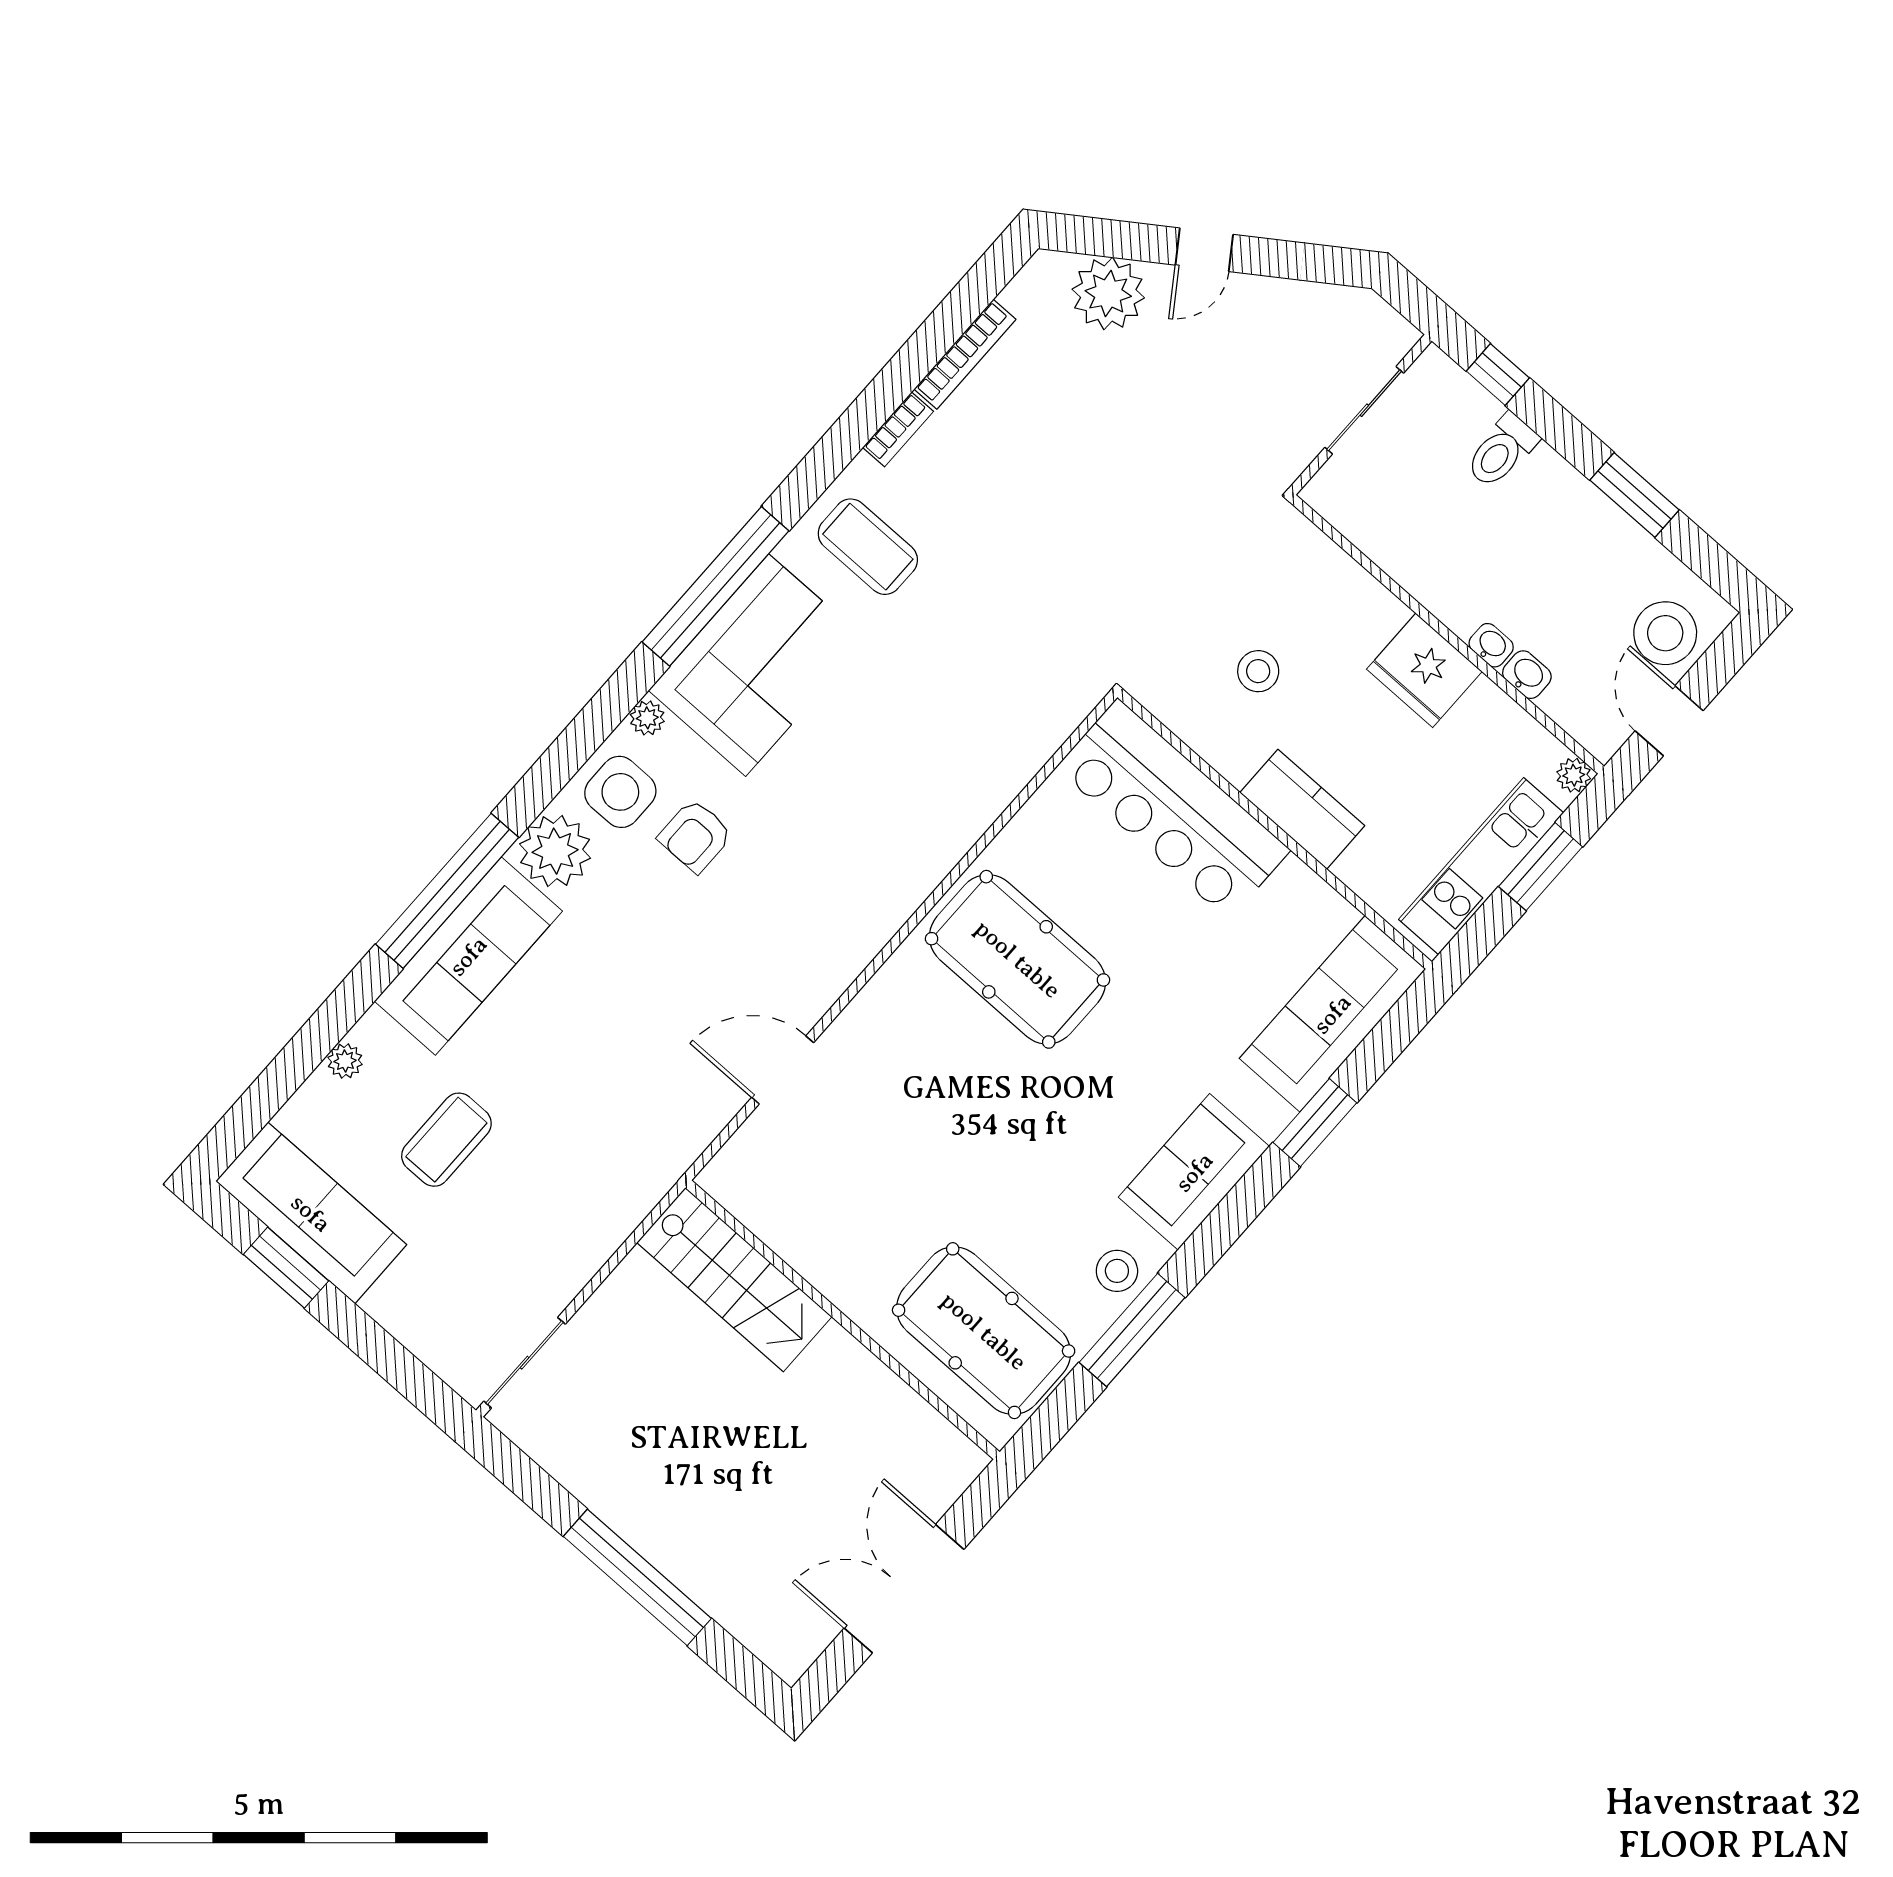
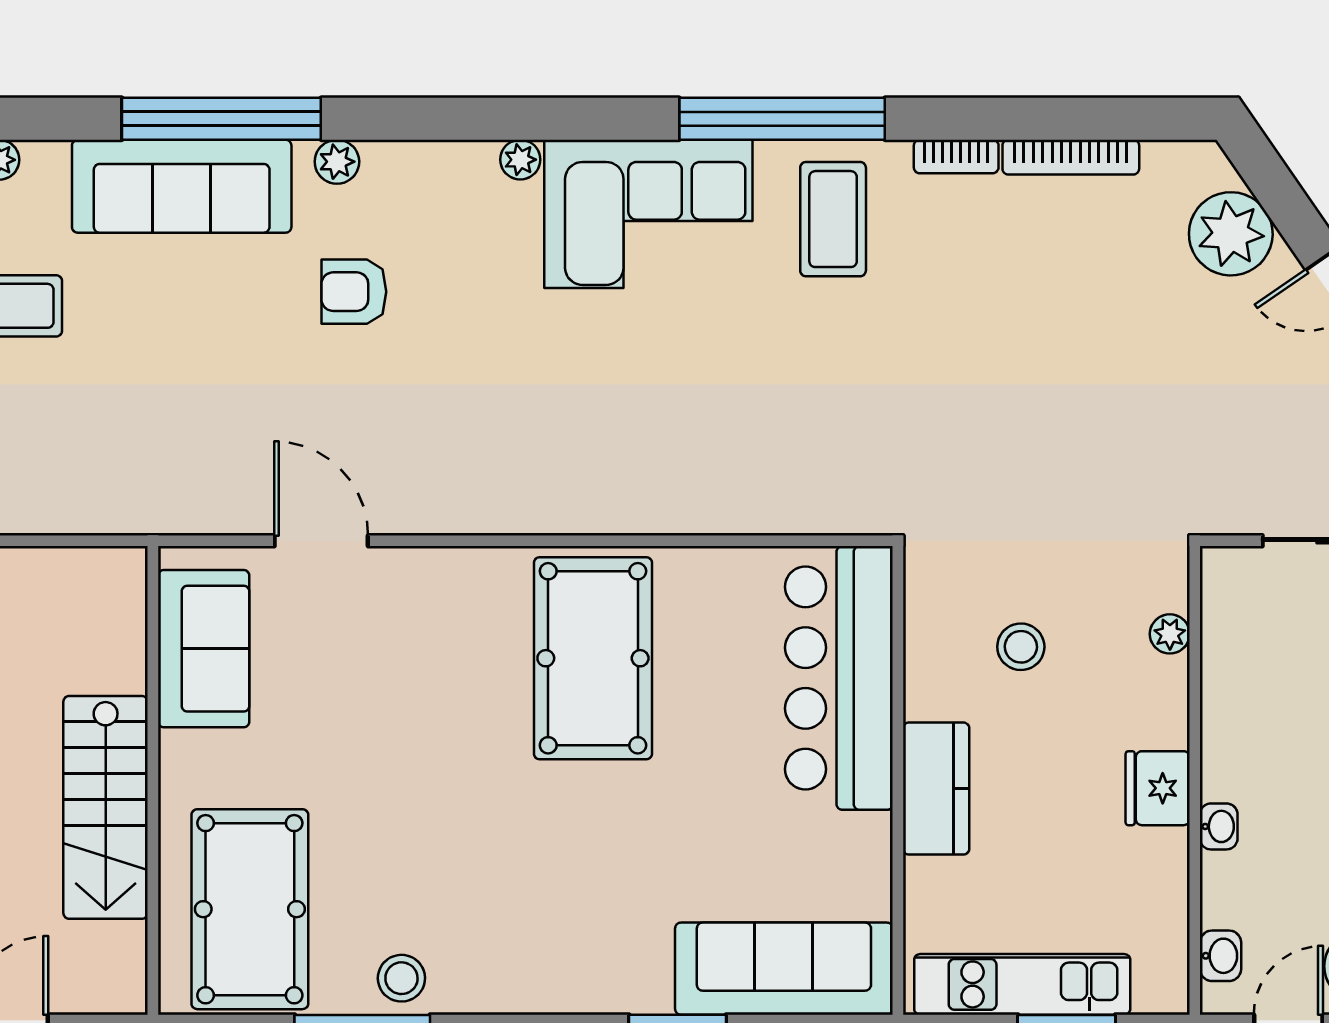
window: (715, 586) -> (782, 119), moved
fridge: (1424, 670) -> (1158, 788), width x0.73, depth x0.75
washbasin: (1527, 675) -> (1220, 956), moved
plant: (1574, 775) -> (1170, 634), moved
side table: (620, 792) -> (437, 192), removed
armchair: (695, 836) -> (354, 292), moved
plant: (555, 851) -> (337, 162), width x0.53, depth x0.53
sofa: (1194, 1172) -> (204, 649), moved, turned 90
stairs: (734, 1280) -> (106, 807), moved

